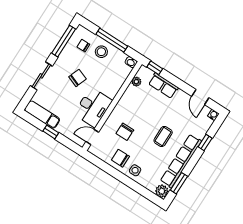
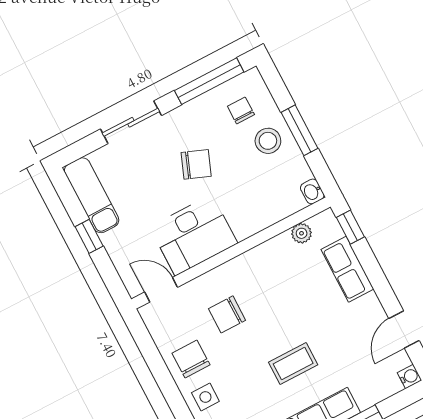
window: (112, 40) -> (299, 130), width x0.69

